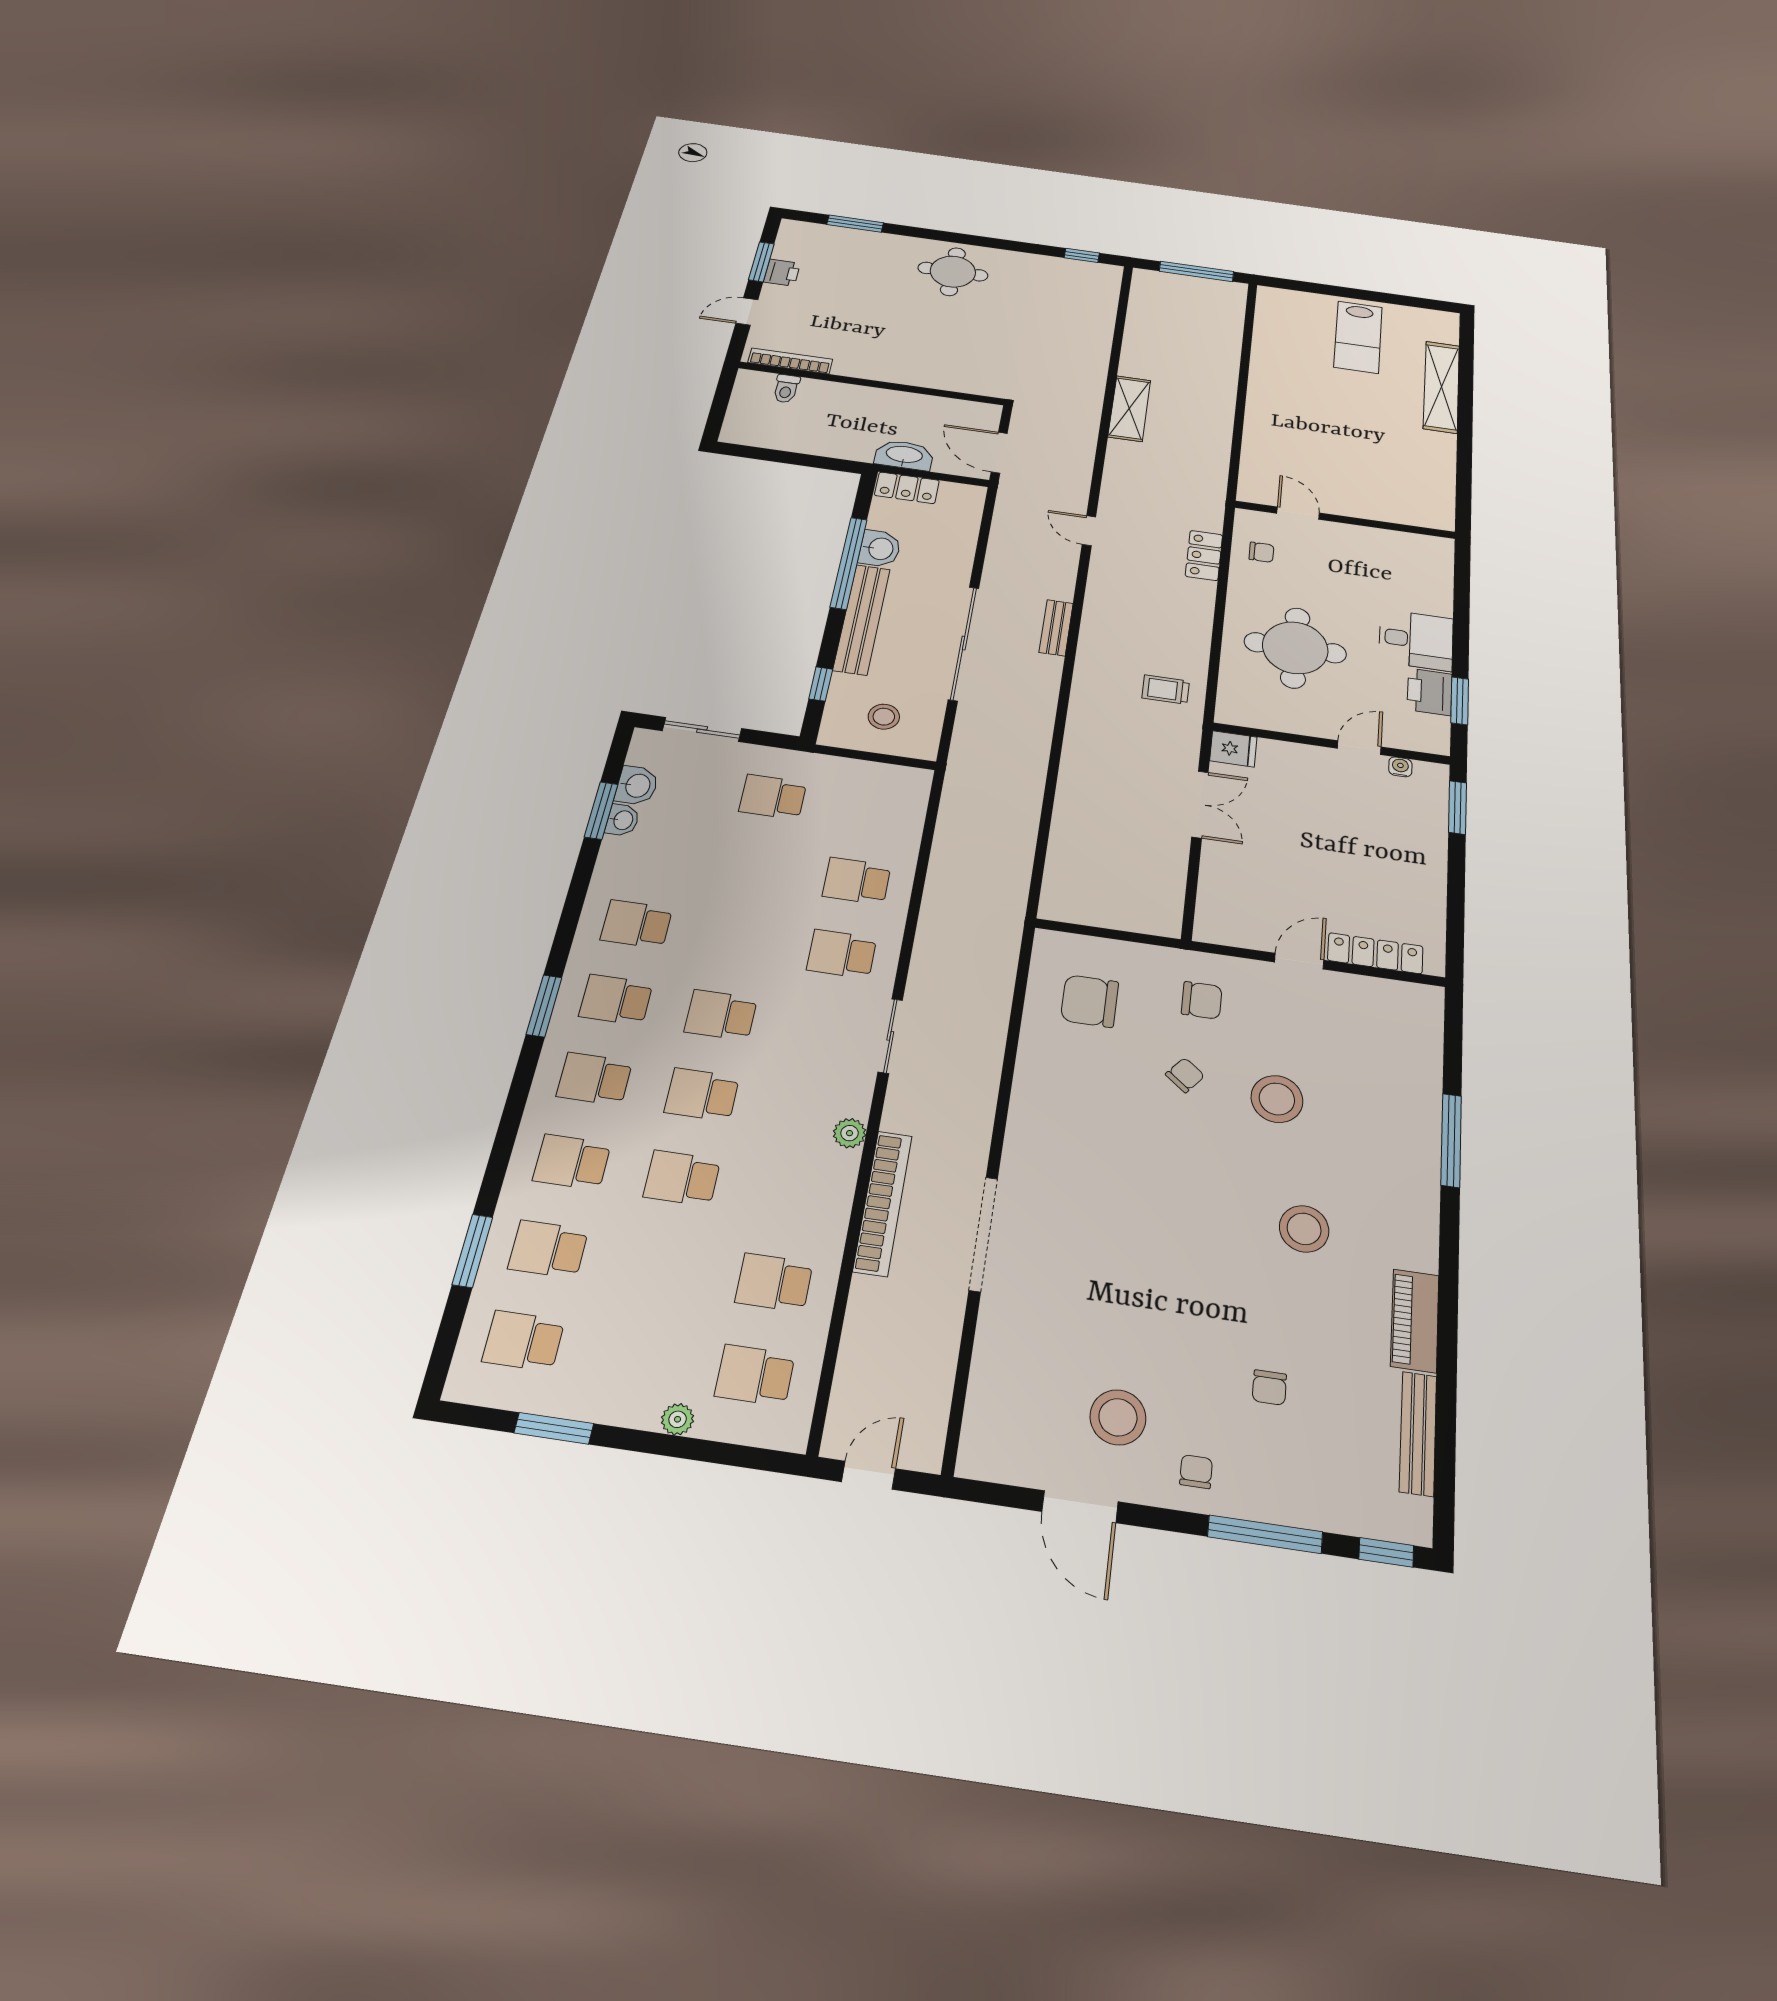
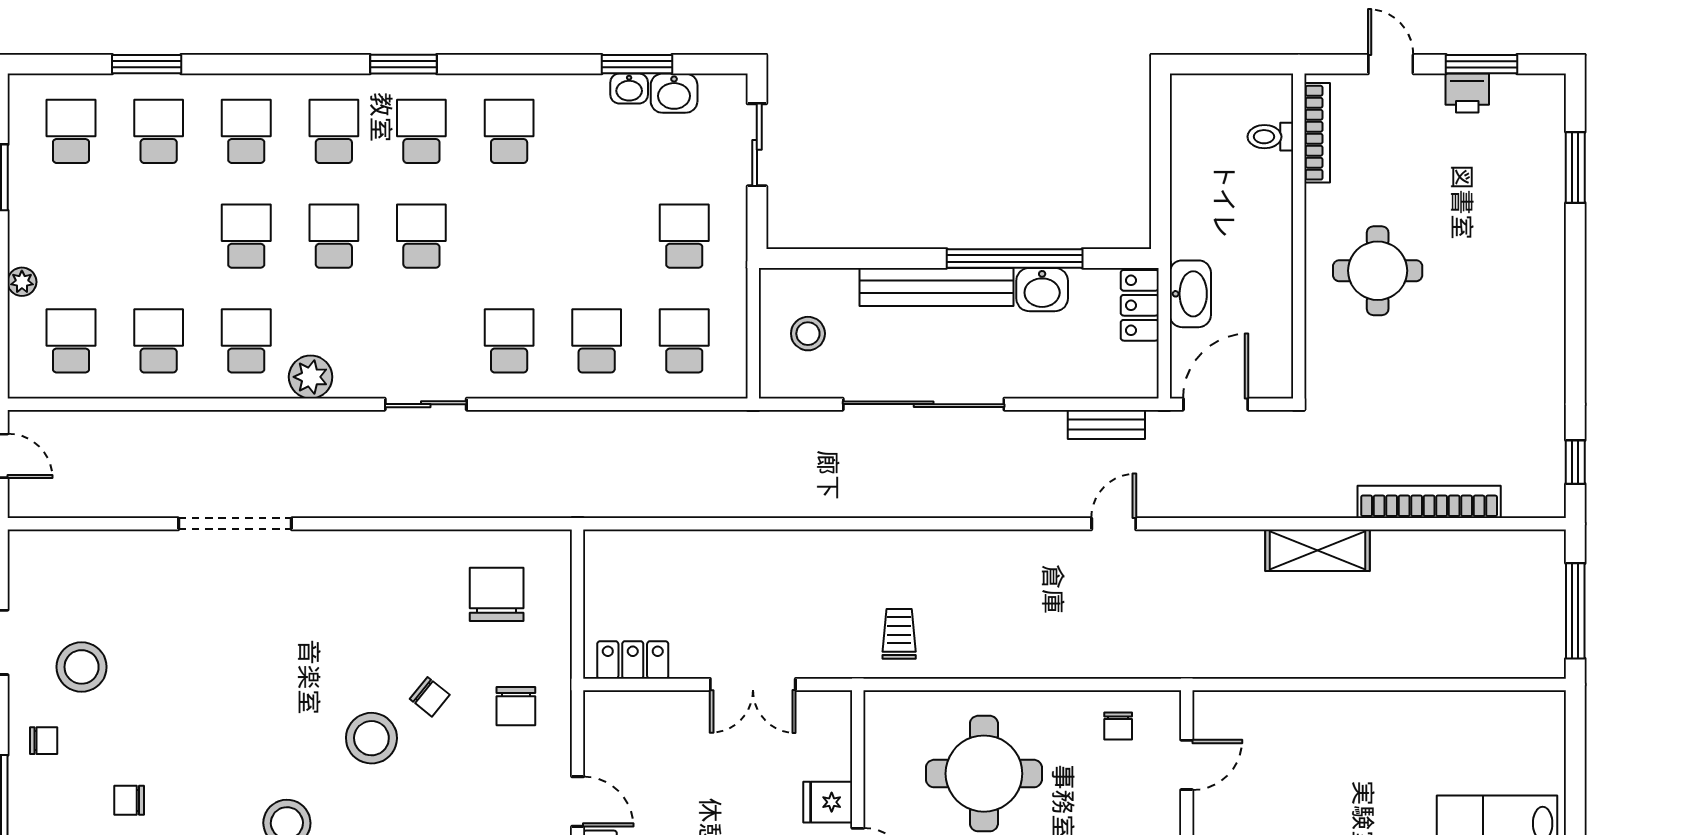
round table: (953, 272) -> (1378, 271), moved
locker: (1204, 555) -> (633, 660), moved
bench: (1056, 628) -> (1106, 424), moved
window: (821, 684) -> (839, 258), removed
fridge: (1233, 749) -> (828, 802), moved, turned 90
school desk: (871, 811) -> (684, 341), added
stool: (1277, 1099) -> (371, 738), moved
plant: (850, 1133) -> (311, 377), width x1.38, depth x1.38
school desk: (792, 1194) -> (246, 341), added
bookcase: (883, 1203) -> (1429, 502), moved, turned 180

